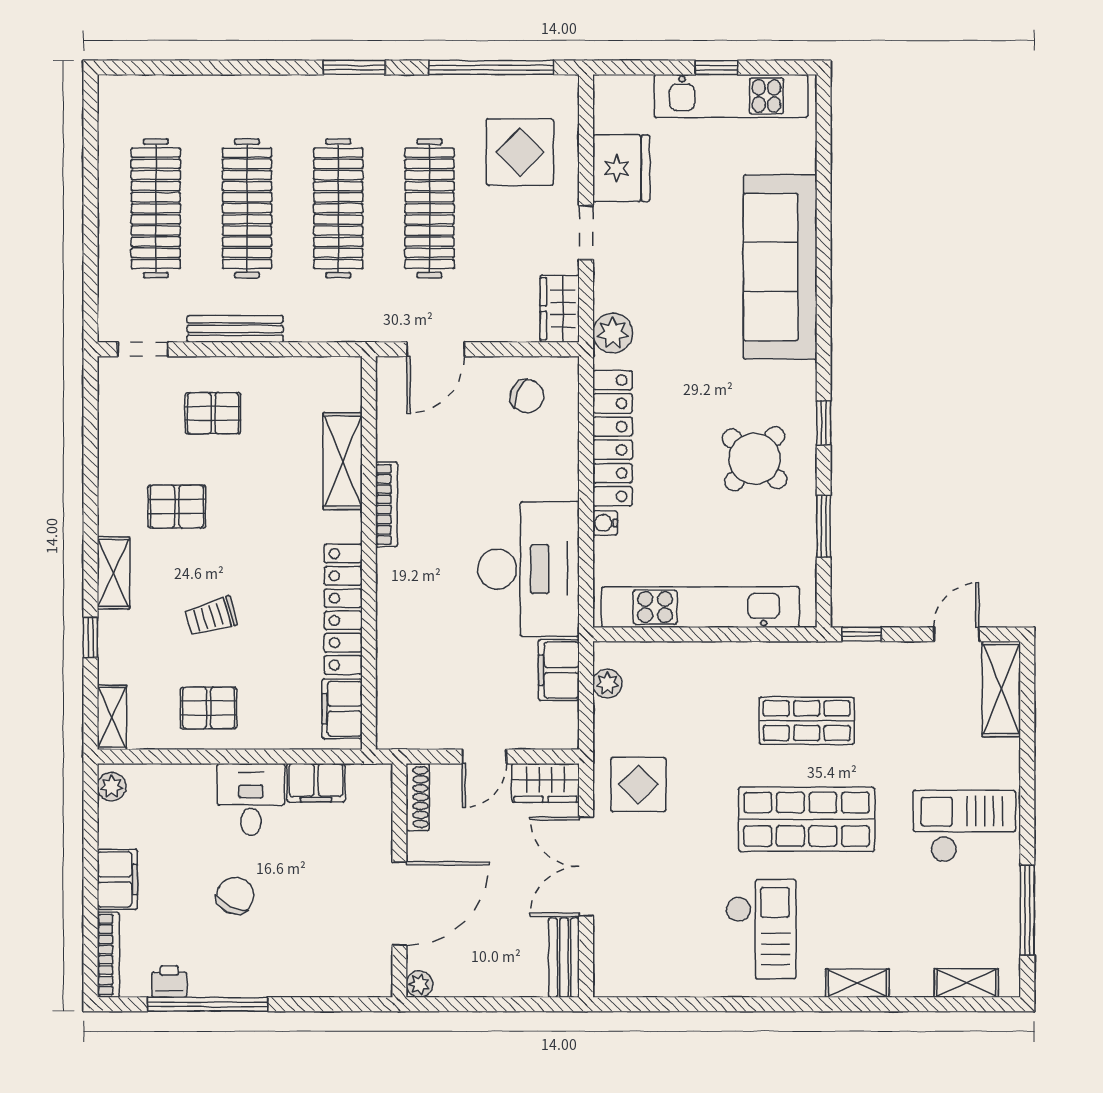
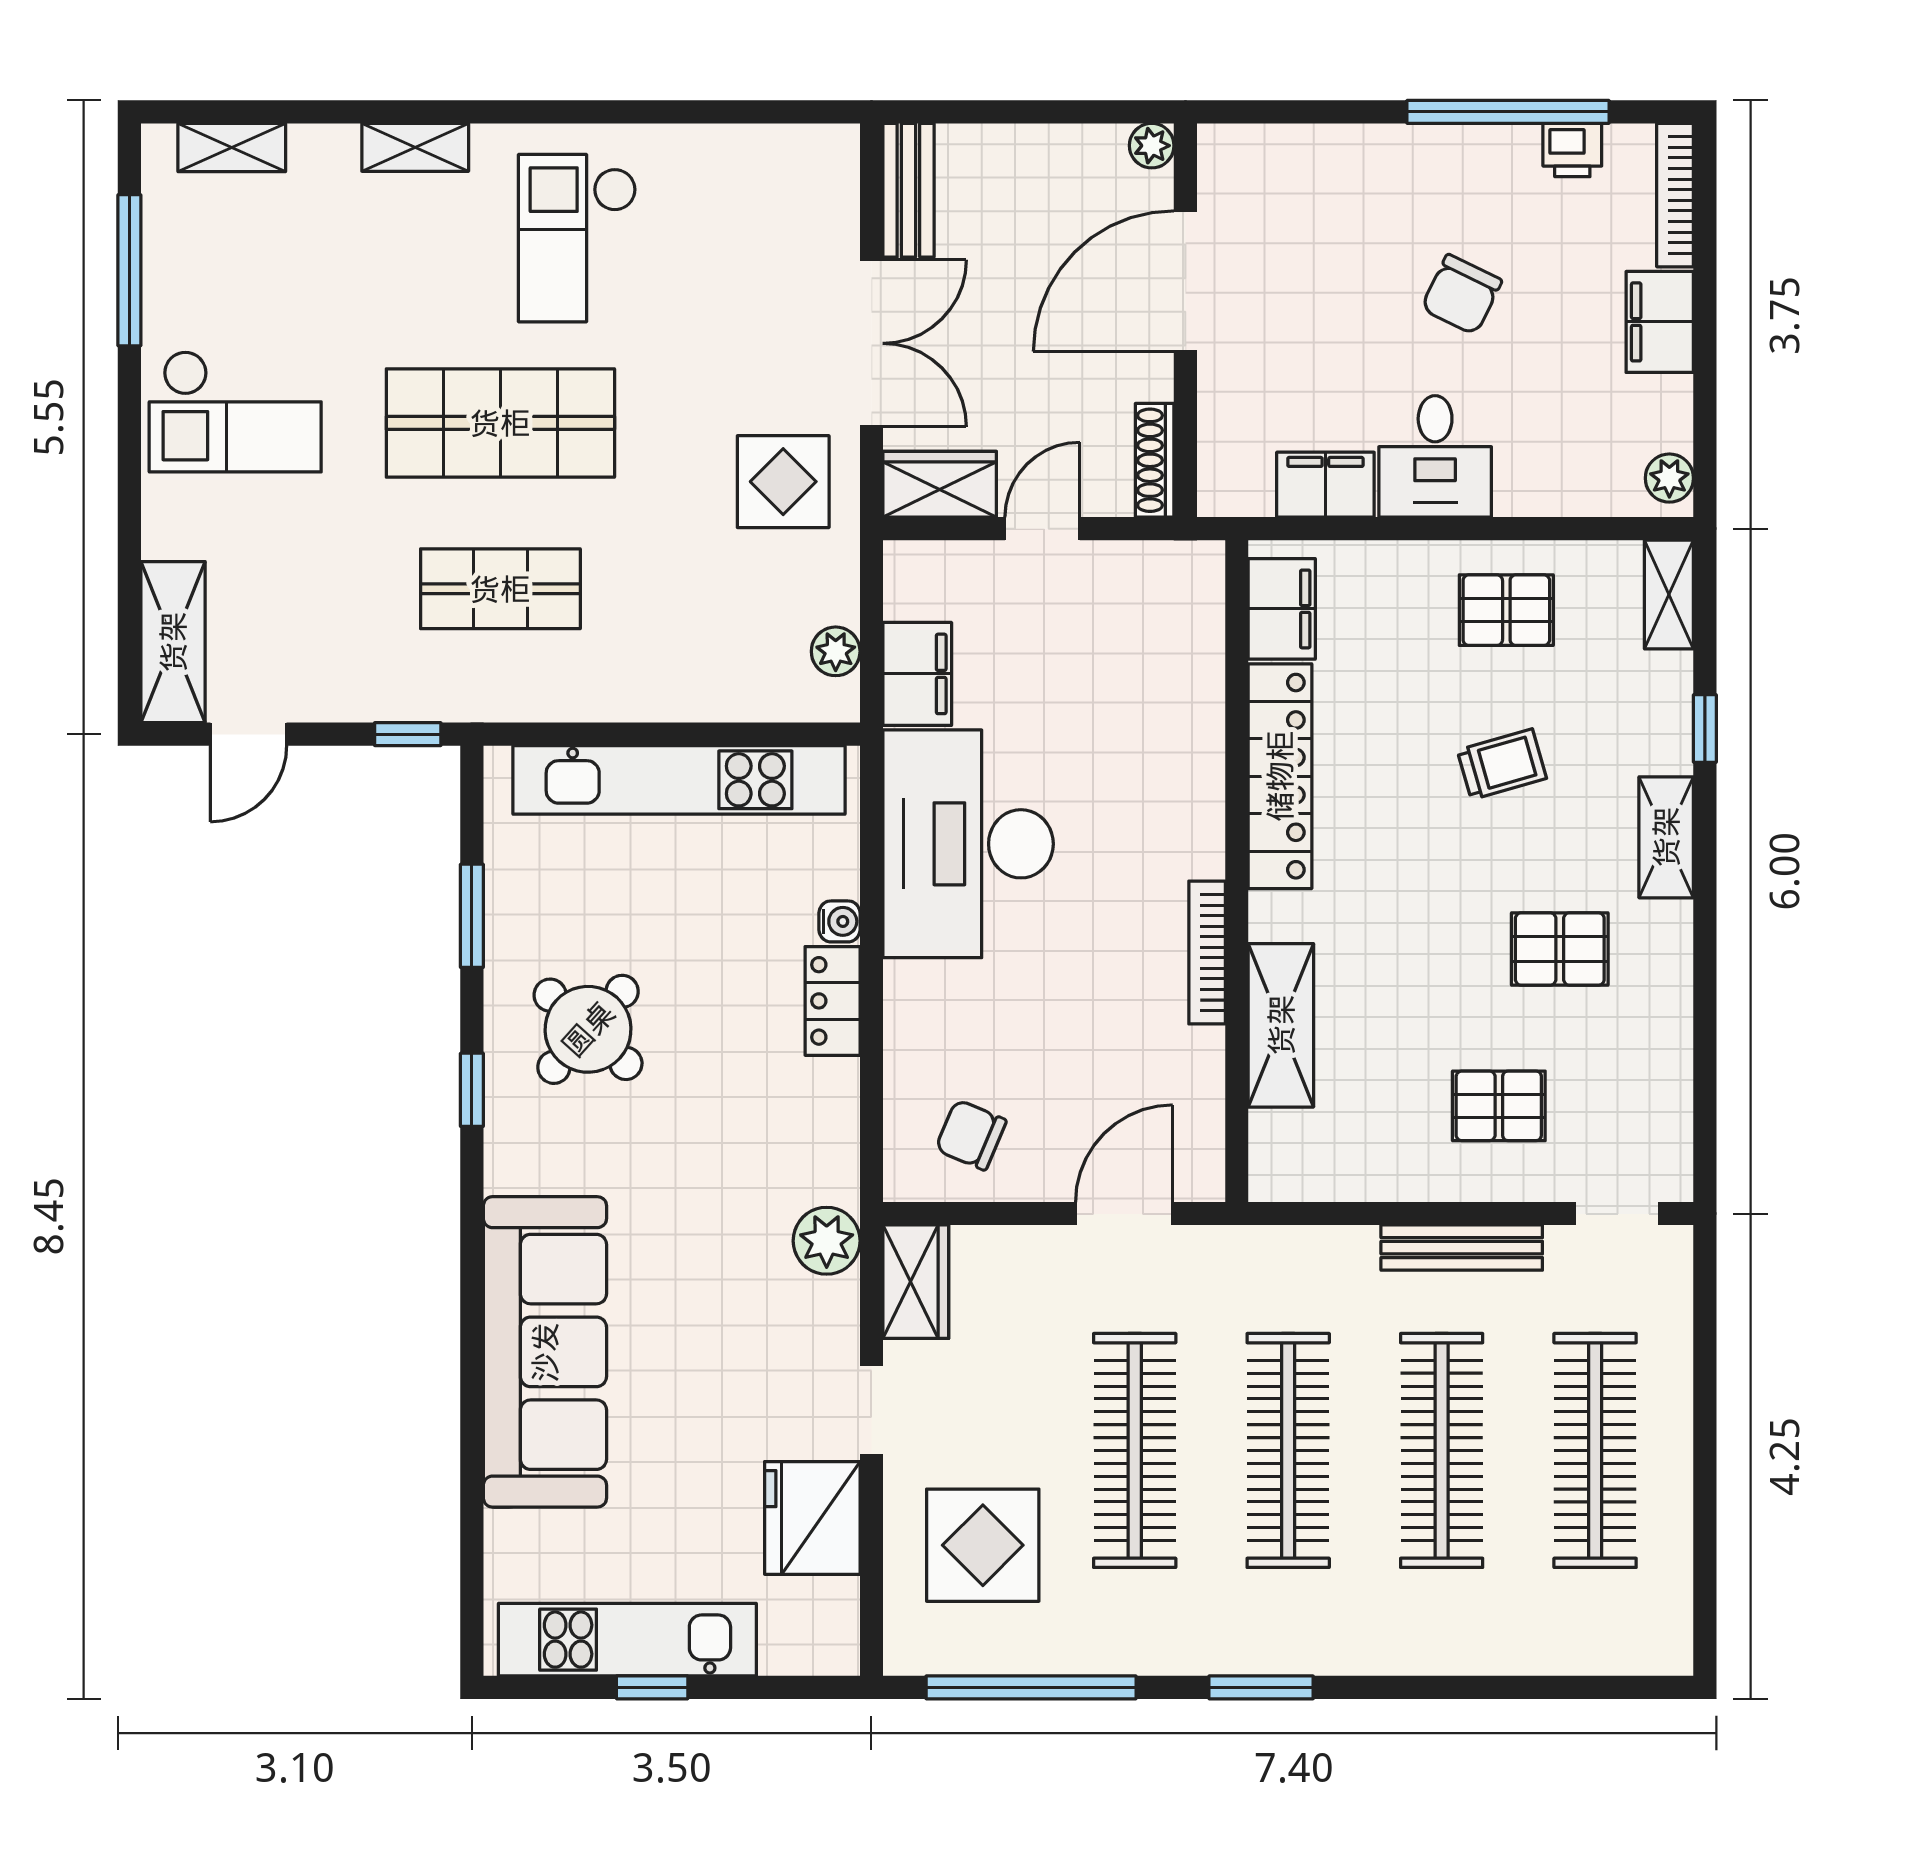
locker: (613, 438) -> (833, 1001), width x0.46, depth x0.83

